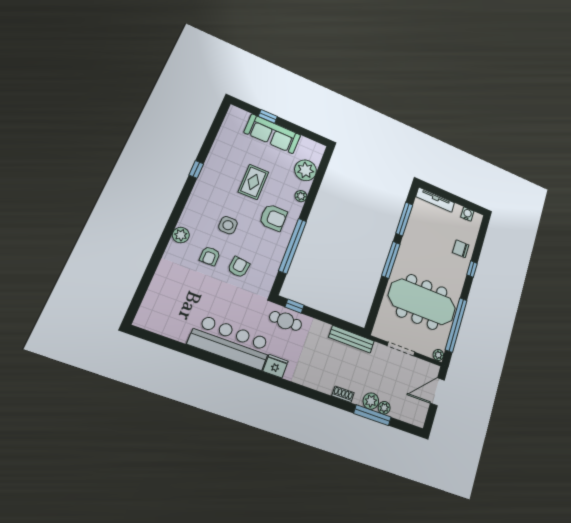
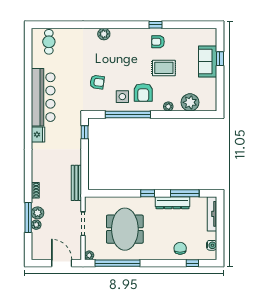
sofa: (272, 134) -> (208, 62), width x0.73
side table: (228, 225) -> (122, 97), moved
dresser: (410, 237) -> (172, 203), added
armchair: (210, 256) -> (158, 42), moved
window: (391, 260) -> (148, 193), width x0.46
window: (472, 269) -> (192, 263), moved
meeting table: (422, 302) -> (125, 229), width x0.73
cafe table: (286, 321) -> (49, 42), moved

